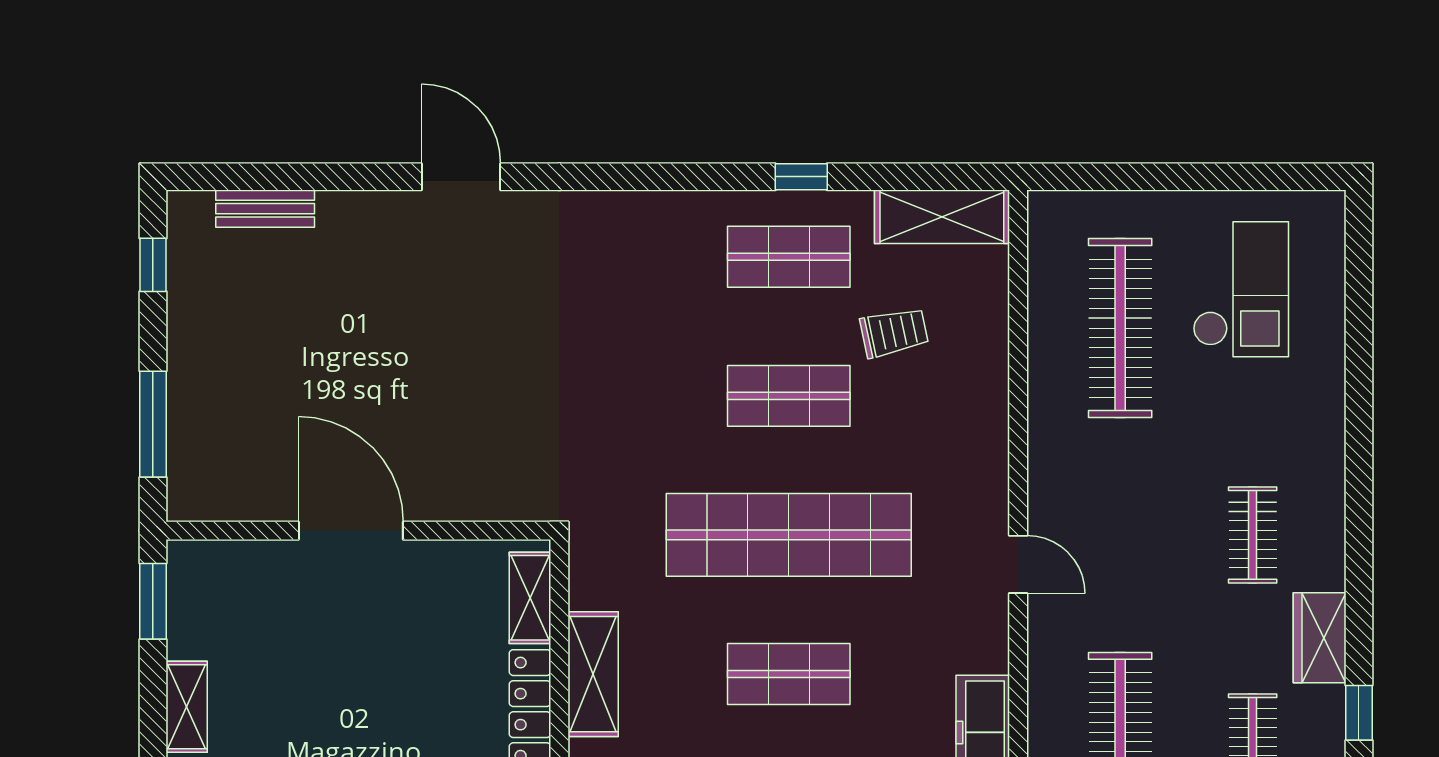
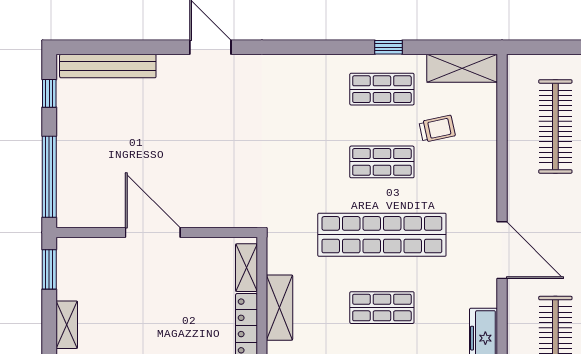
bench: (265, 209) -> (108, 66), width x1.86, depth x1.21
window: (153, 424) -> (49, 177), width x1.46
door: (1018, 564) -> (502, 250), width x1.87

